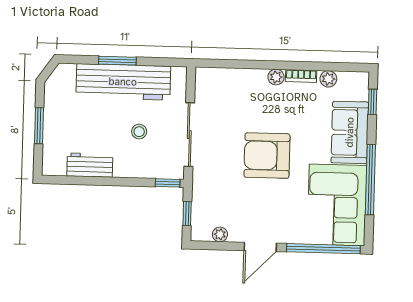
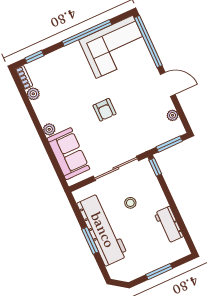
bookcase: (301, 76) -> (24, 77), moved
sofa: (350, 132) -> (68, 154), moved, turned -90
armchair: (267, 156) -> (105, 110), width x0.53, depth x0.53
window: (187, 213) -> (169, 144), width x1.50

